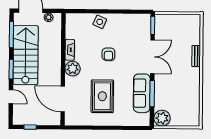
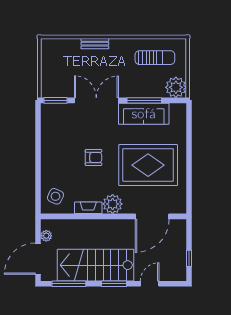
side table: (100, 22) -> (55, 196), moved
rug: (102, 96) -> (148, 165), width x1.37, depth x1.44
sun lounger: (185, 102) -> (155, 58), added

